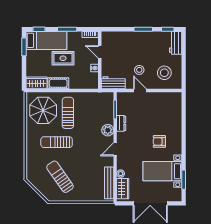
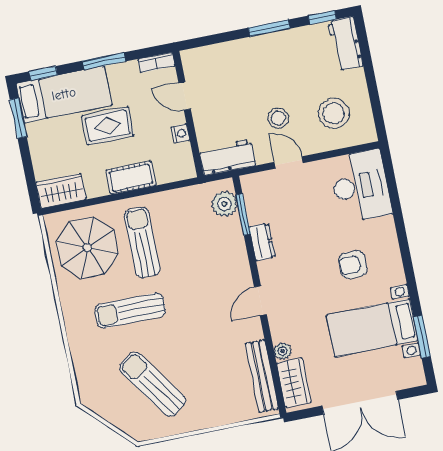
cot: (58, 83) -> (131, 178), moved
desk: (170, 107) -> (360, 186), added
plant: (108, 130) -> (224, 204), moved

